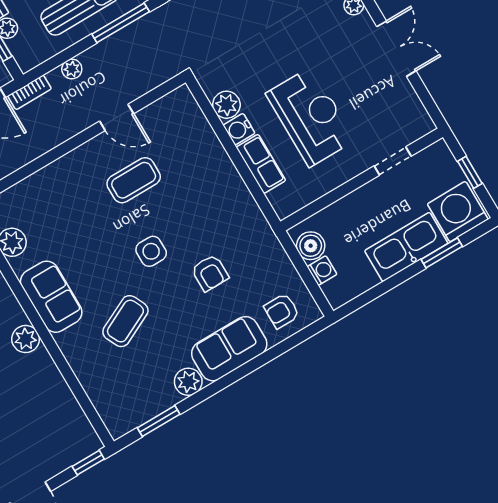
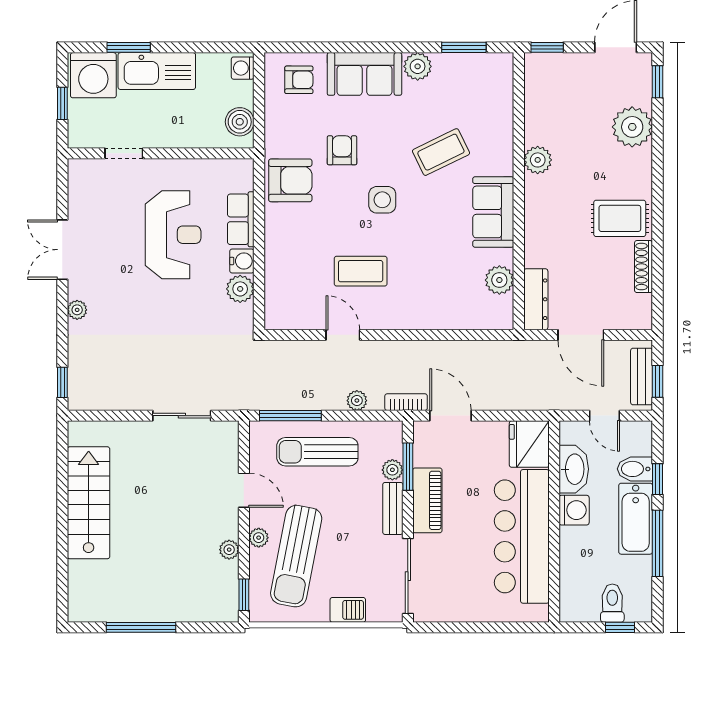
reception desk: (310, 117) -> (173, 235), turned 180
armchair: (239, 222) -> (290, 180), added
washing machine: (322, 271) -> (243, 68), moved
plant: (26, 339) -> (538, 160), moved

